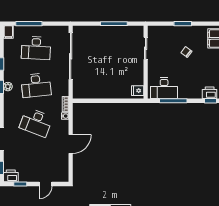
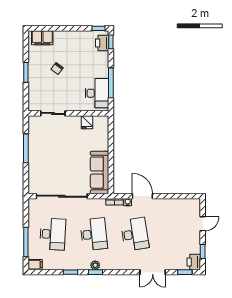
sofa: (92, 90) -> (100, 173), added
fridge: (138, 91) -> (87, 122), moved
desk: (36, 122) -> (135, 234), turned -30
door: (71, 144) -> (142, 196), moved
door: (45, 184) -> (203, 224), hinge flipped

